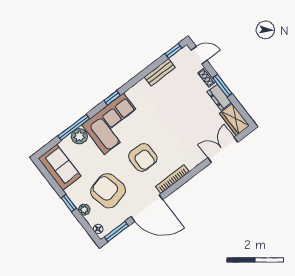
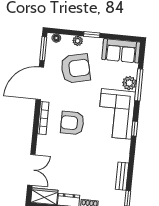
armchair: (143, 157) -> (72, 123), moved

